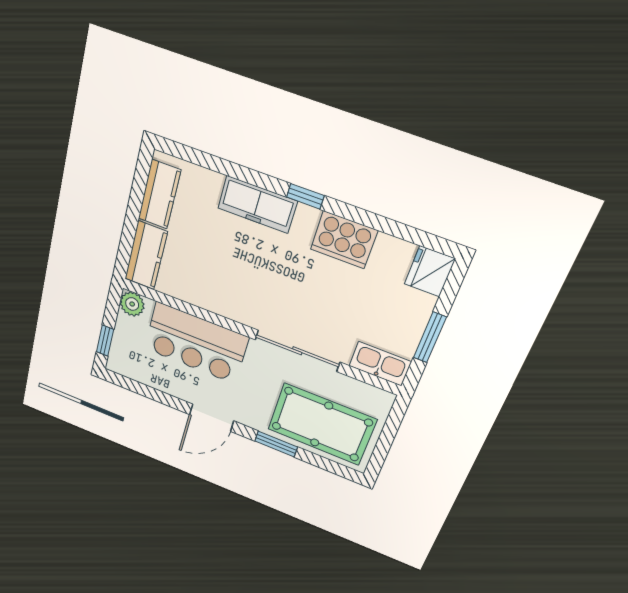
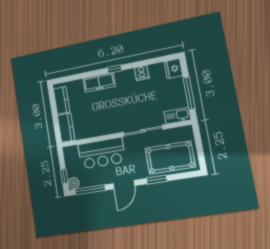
cooker: (344, 240) -> (142, 73), width x0.53, depth x0.76
plant: (132, 304) -> (74, 183), moved
window: (430, 337) -> (189, 93), width x1.44
window: (145, 391) -> (90, 190), added

